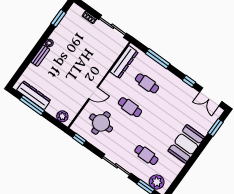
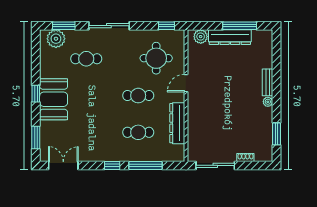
dresser: (124, 62) -> (177, 123), moved
window: (189, 81) -> (112, 165), moved
dresser: (34, 95) -> (230, 37), moved
window: (195, 156) -> (36, 94), added

